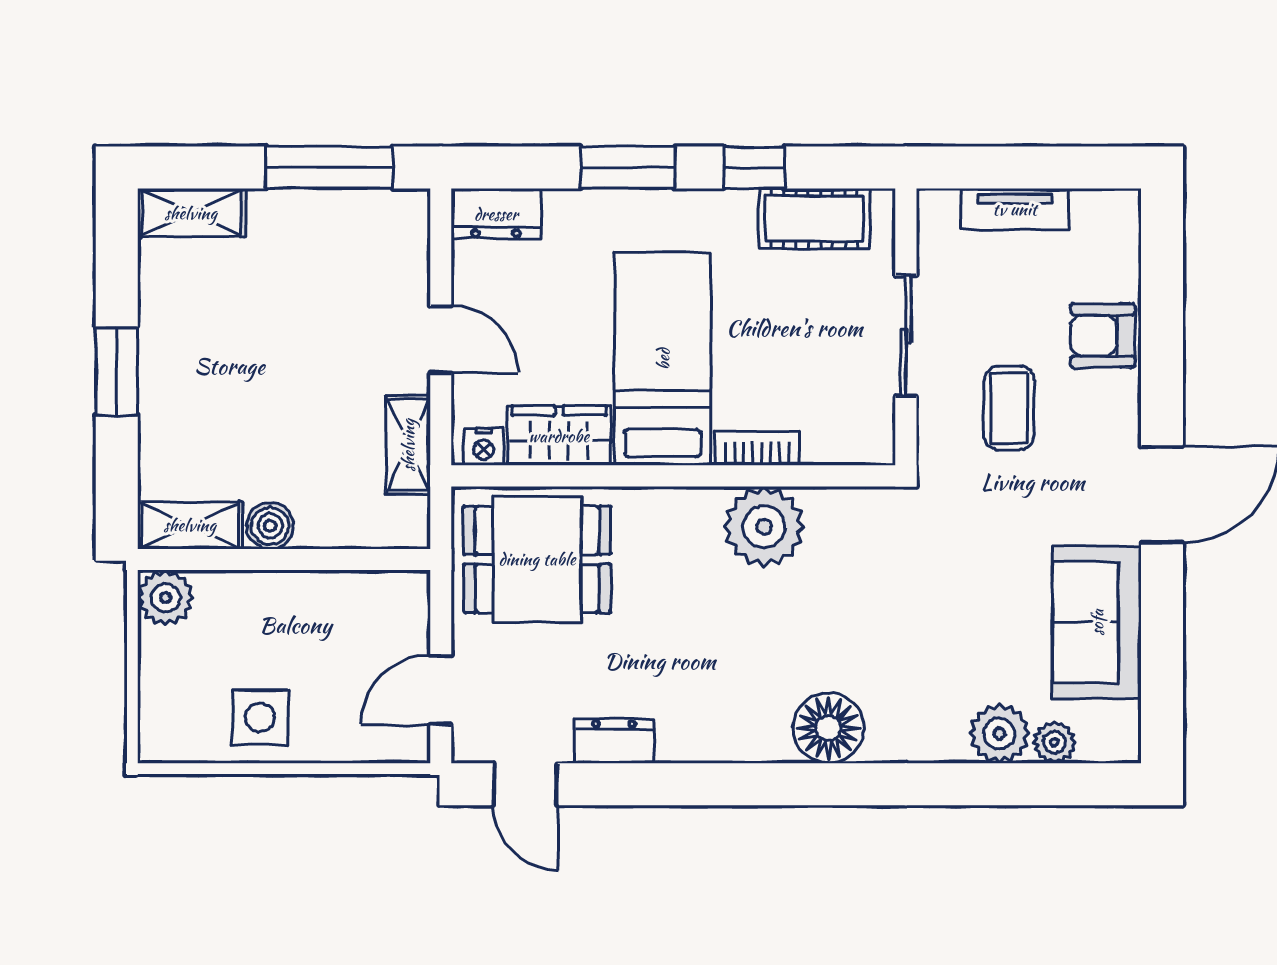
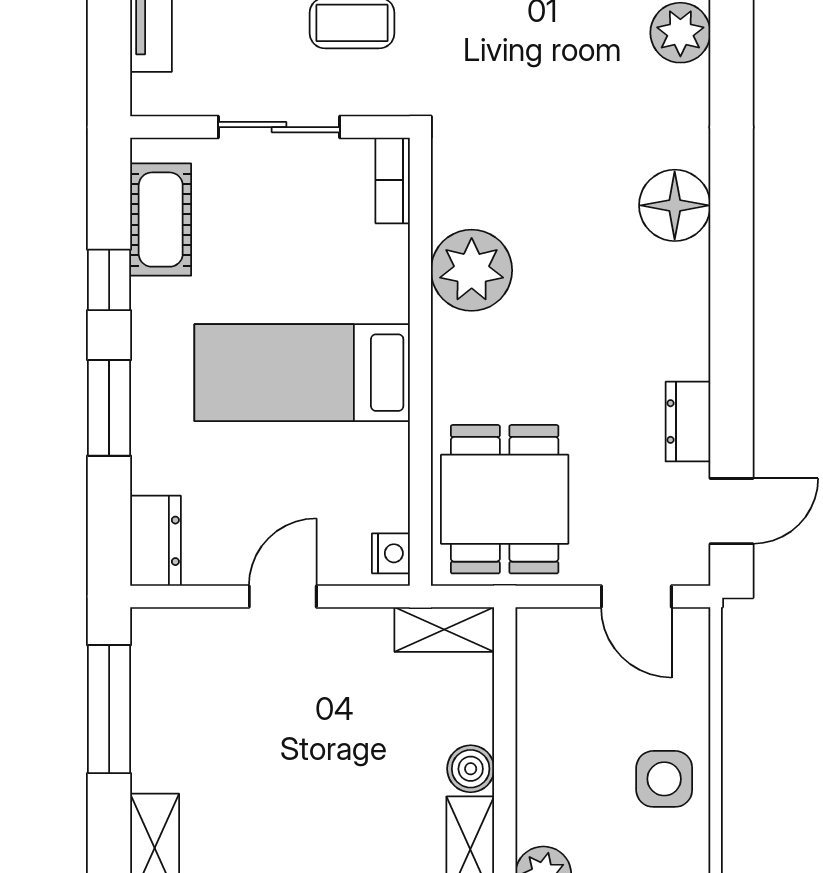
wardrobe: (559, 436) -> (380, 477), removed
shelving: (408, 445) -> (444, 630), moved
bookcase: (757, 448) -> (393, 180), moved

